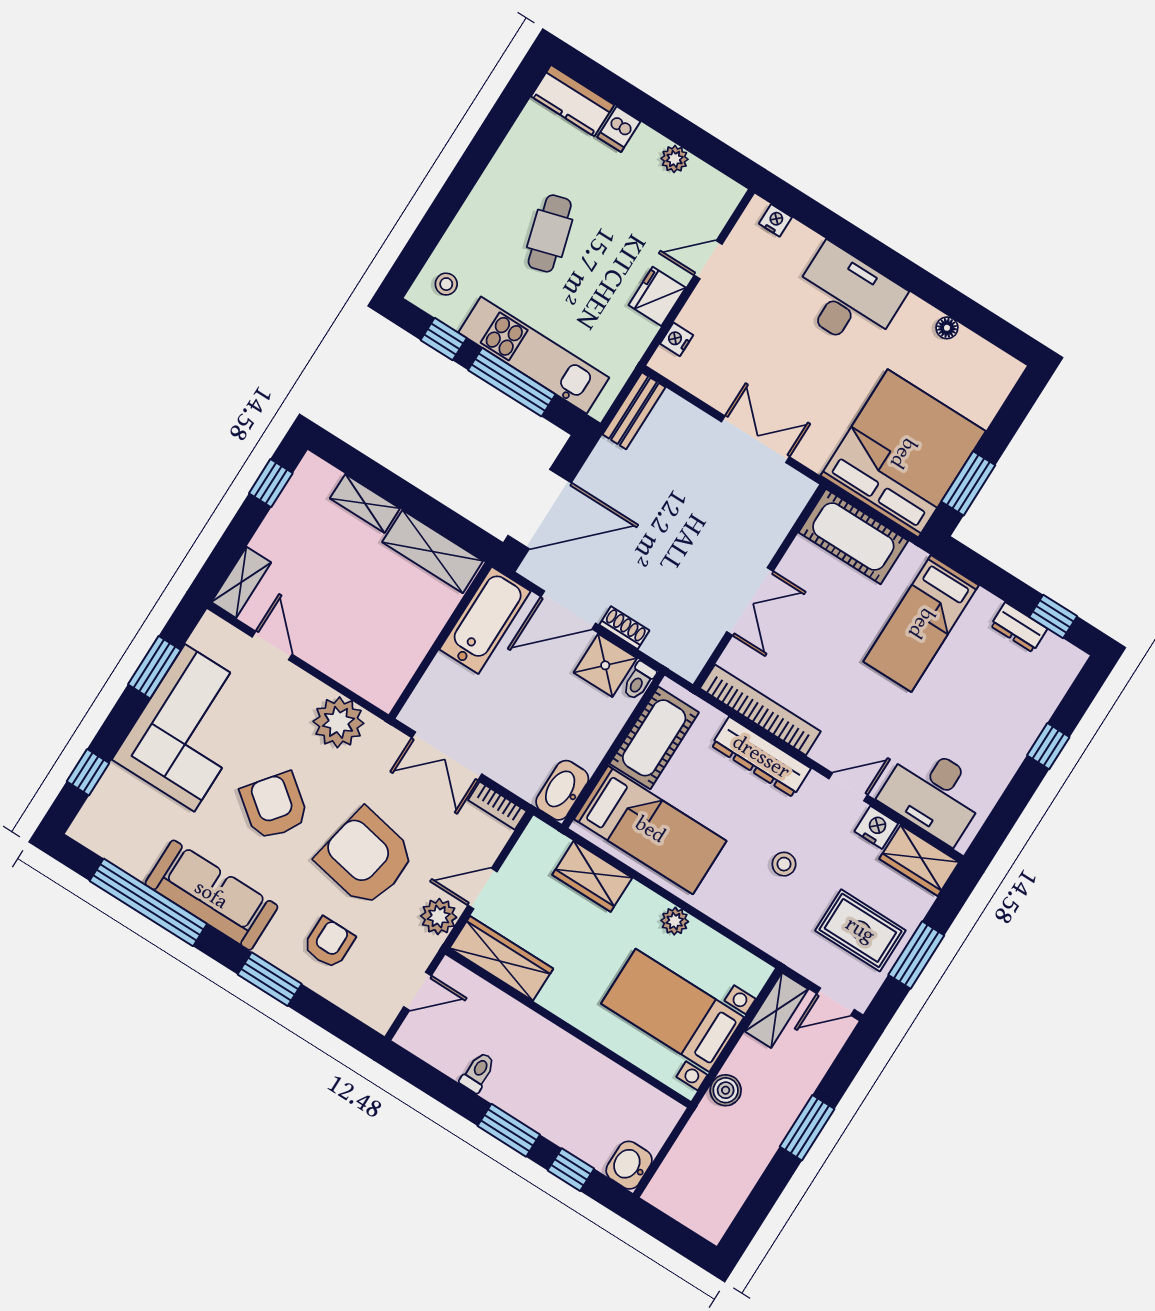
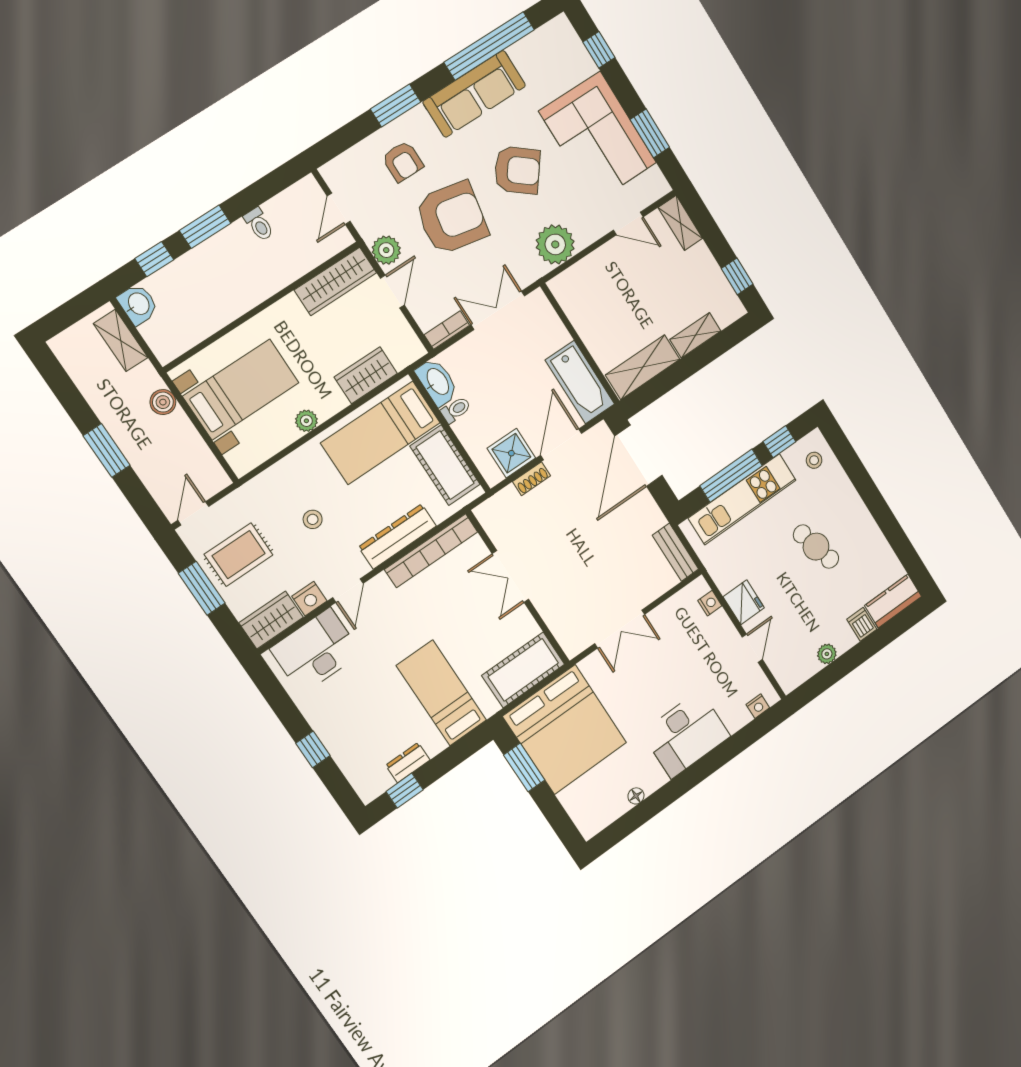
toilet: (639, 681) -> (456, 410), moved, turned 90
shelving: (776, 1010) -> (121, 340), moved

